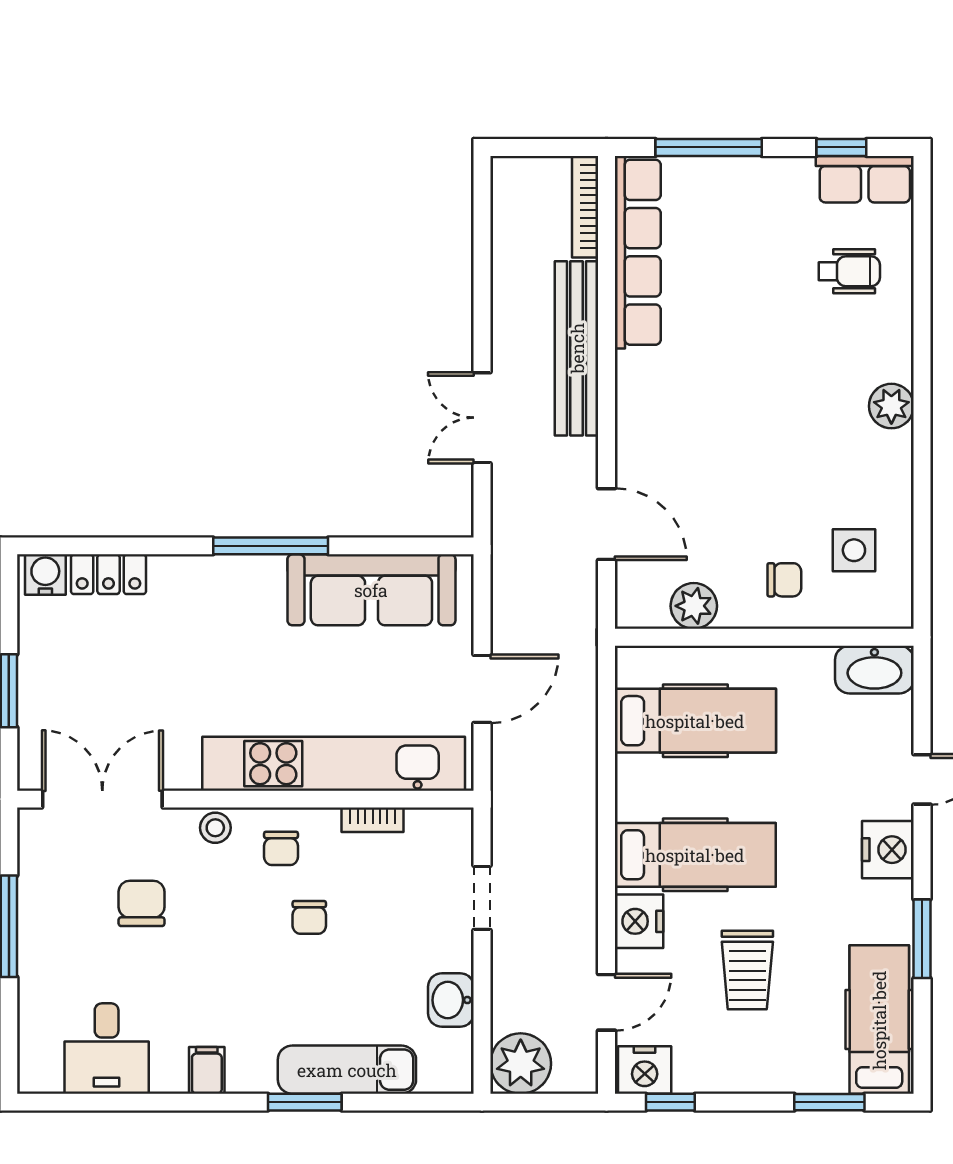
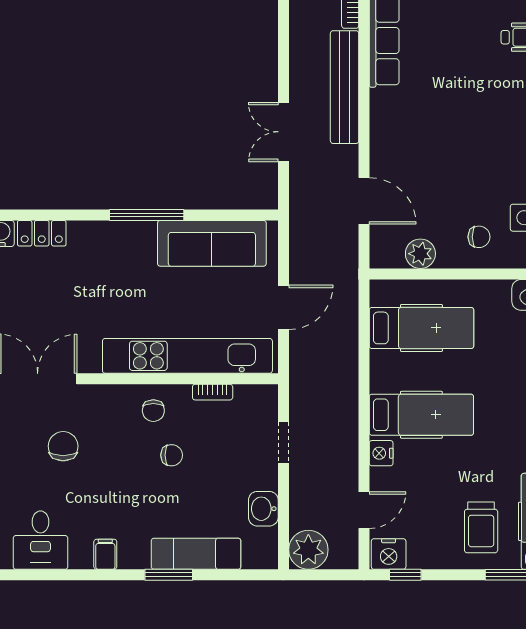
stool: (215, 828) -> (111, 397), removed
chair: (309, 917) -> (172, 455), turned -90
nightstand: (639, 921) -> (381, 453), width x0.74, depth x0.75
trolley: (747, 970) -> (481, 527), moved

